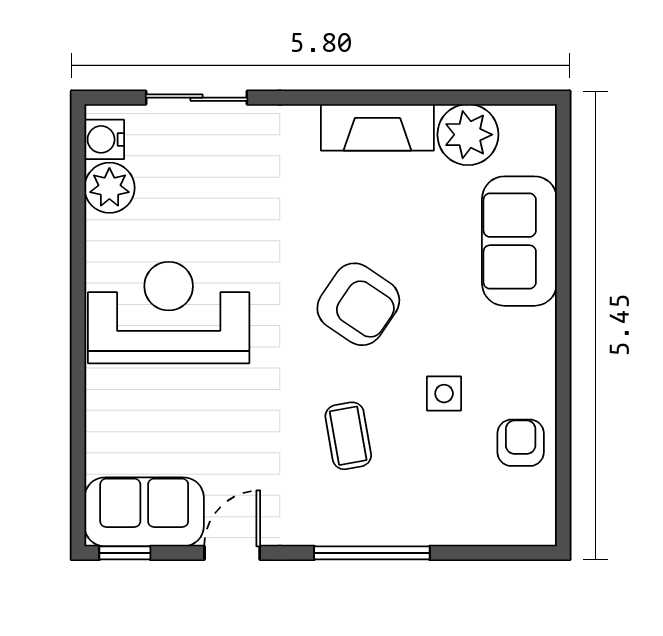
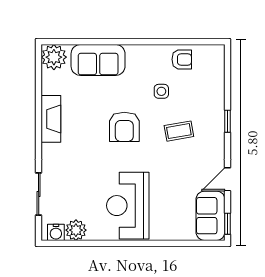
plant: (468, 135) -> (54, 57), moved
armchair: (358, 304) -> (124, 127), turned 146
armchair: (521, 443) -> (182, 59), turned 180
door: (232, 553) -> (227, 179), hinge flipped
window: (372, 553) -> (227, 121), width x0.46

